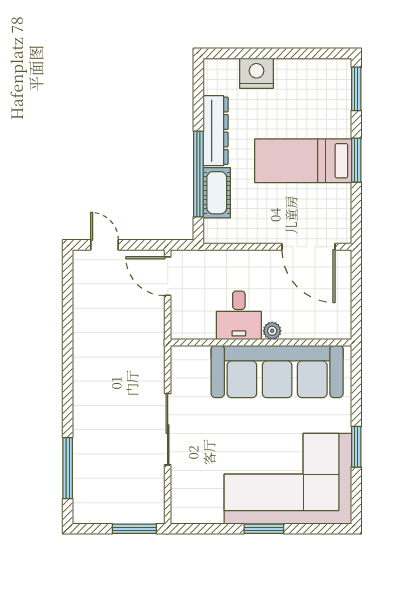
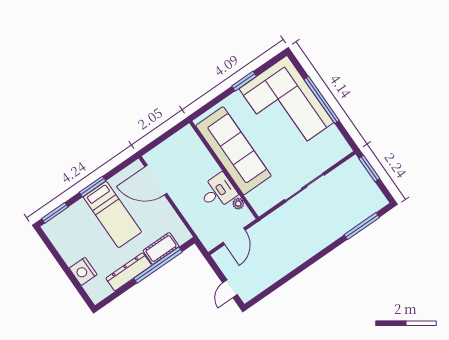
door: (308, 247) -> (156, 180), swing flipped
door: (168, 276) -> (234, 236), moved
plant: (272, 331) -> (238, 204), moved
window: (264, 529) -> (322, 100), width x2.11

